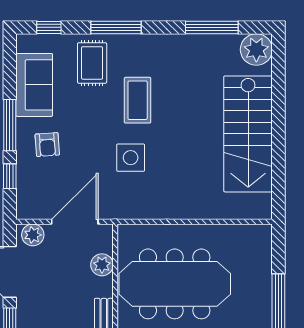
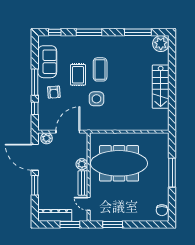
rug: (92, 63) -> (78, 75), moved
stairs: (248, 134) -> (161, 87), width x0.73, depth x0.66
plant: (102, 265) -> (82, 164), moved

